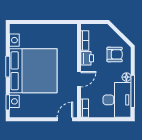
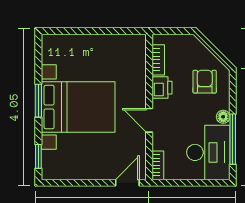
armchair: (115, 54) -> (205, 82), turned -90
bed with nightstands: (33, 71) -> (78, 107), width x0.73
door: (79, 79) -> (149, 120), swing flipped

